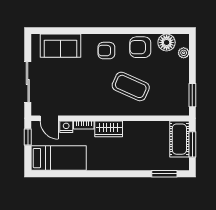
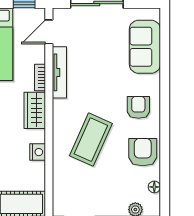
floor lamp: (167, 42) -> (154, 187), width x0.53, depth x0.53
tv unit: (80, 110) -> (59, 72), added
nightstand: (66, 127) -> (38, 152), moved

